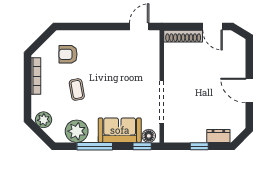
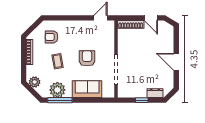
armchair: (120, 85) -> (87, 58), added
floor lamp: (149, 136) -> (107, 93), removed
window: (95, 146) -> (60, 100), moved
window: (142, 146) -> (102, 100), removed

